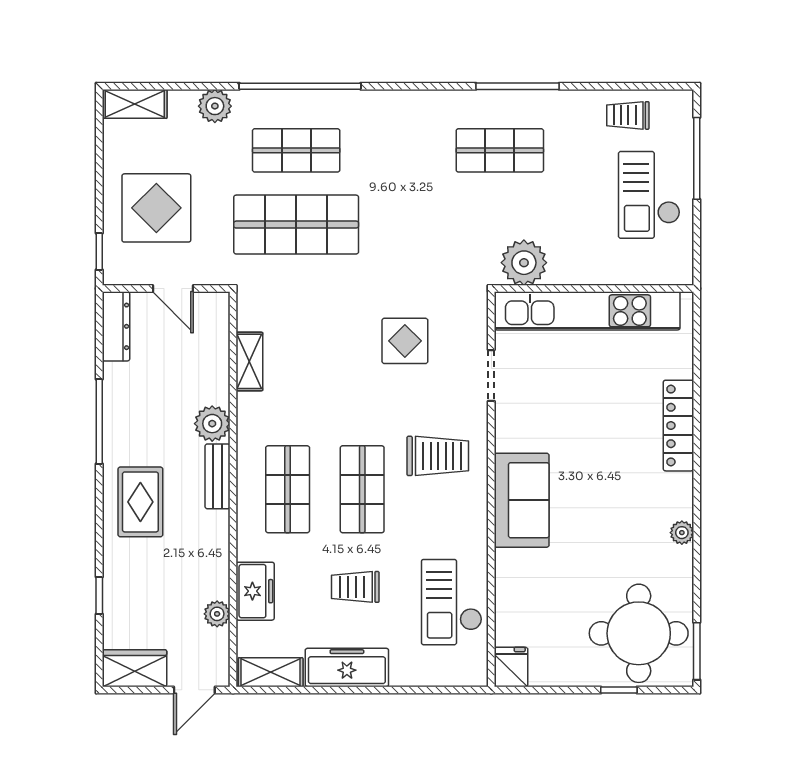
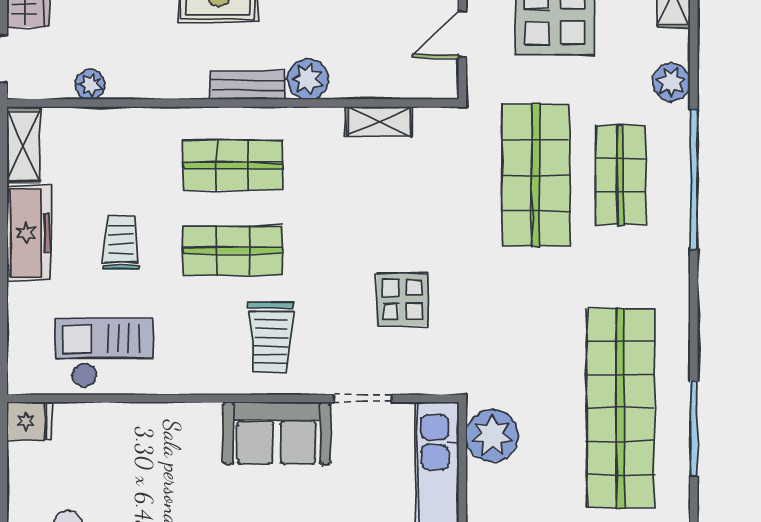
shop shelf: (500, 150) -> (621, 408), width x2.00, depth x1.36
sofa: (522, 500) -> (277, 433), moved
freezer: (255, 591) -> (116, 128), removed

